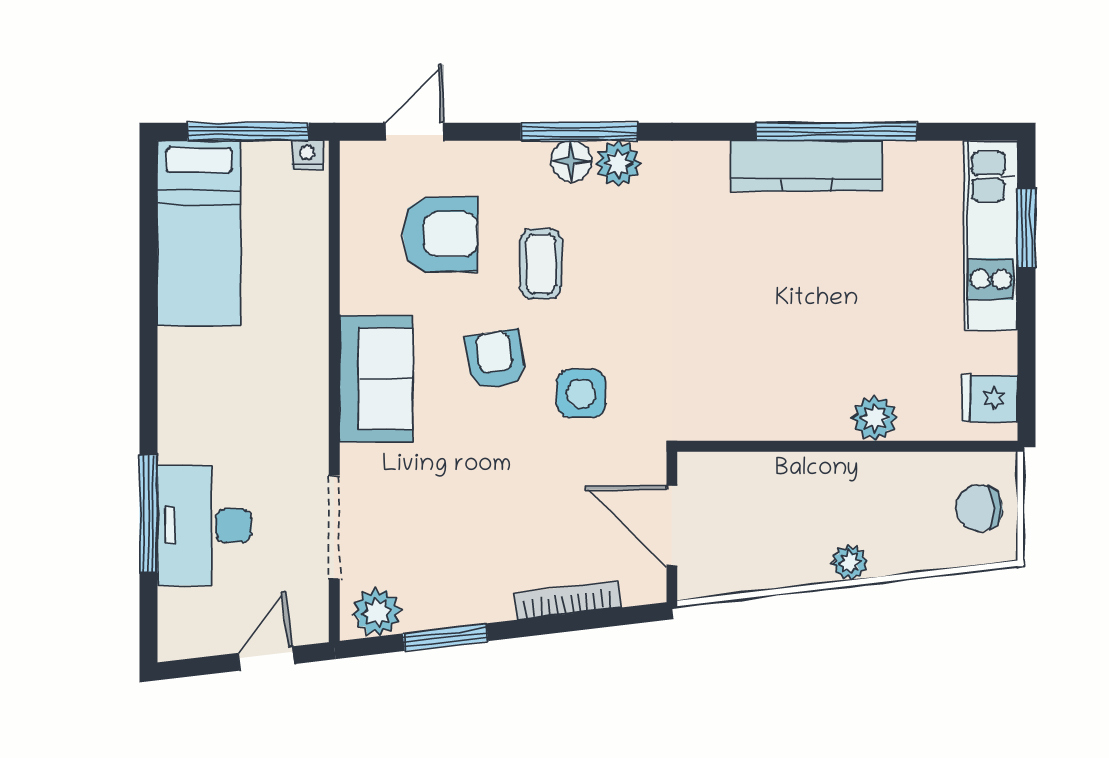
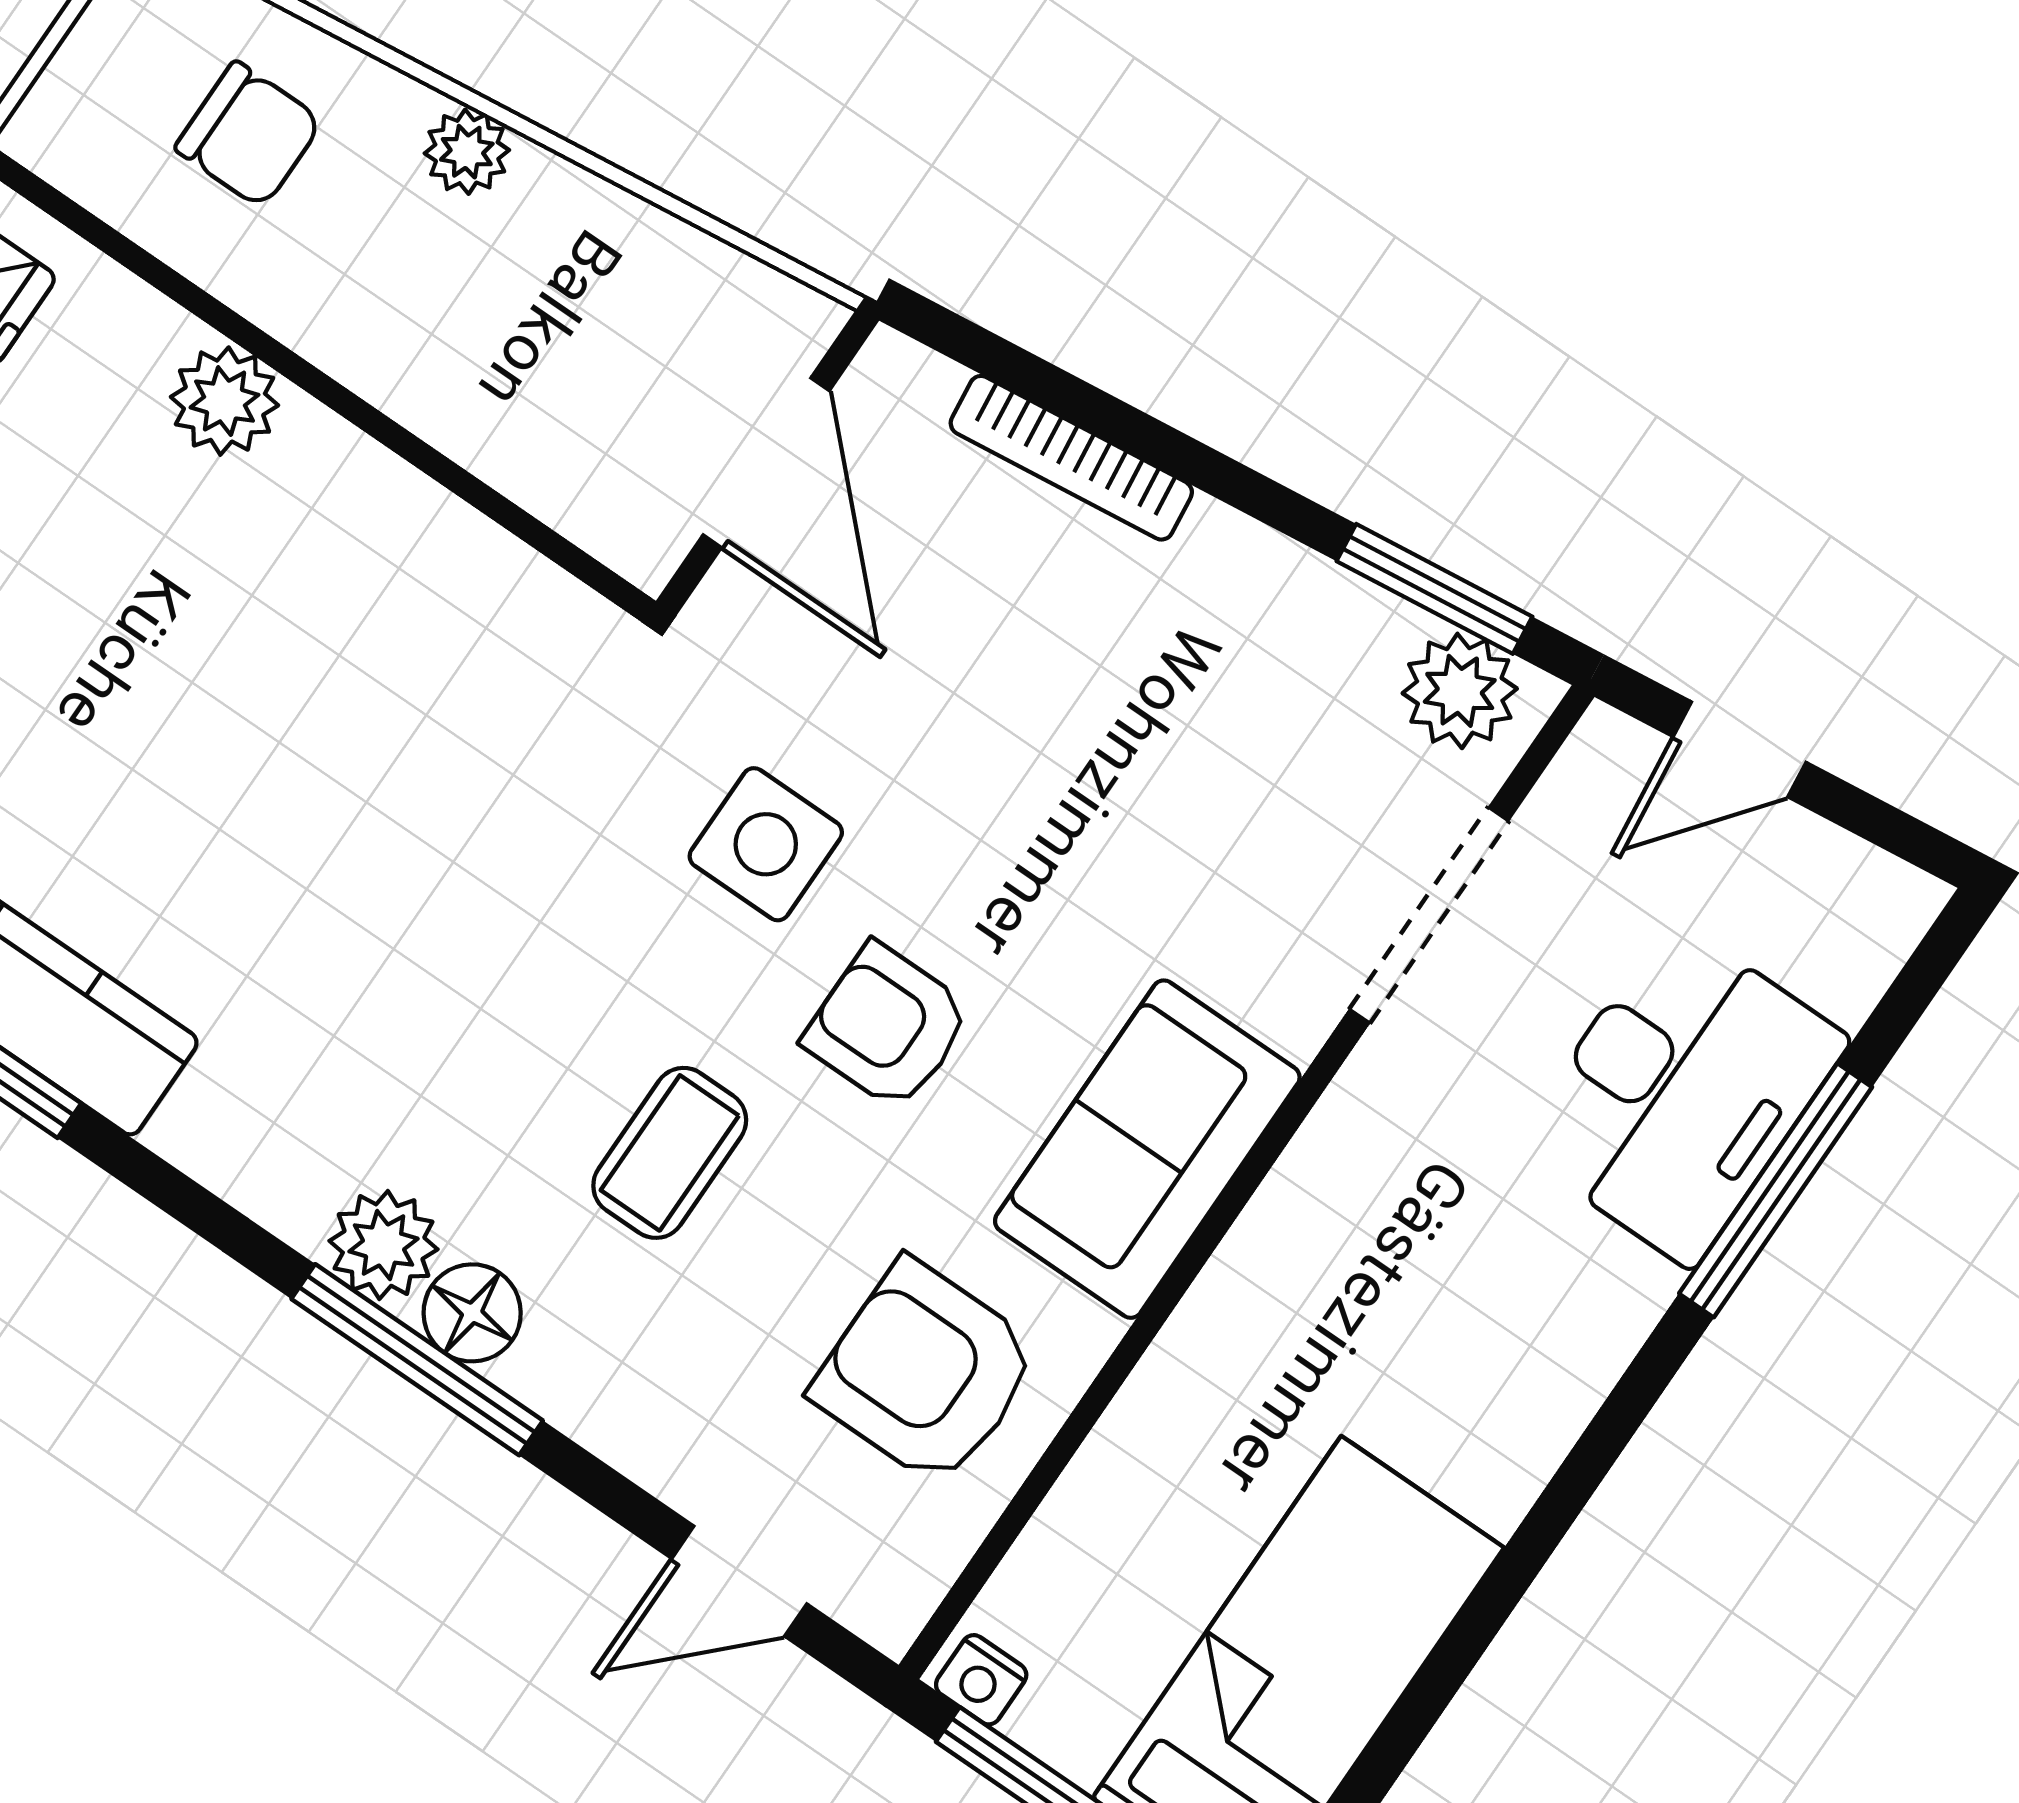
armchair: (440, 234) -> (926, 1373), moved
armchair: (495, 359) -> (888, 1027), turned 99
chair: (979, 508) -> (249, 135), moved
window: (446, 637) -> (1434, 589), moved

